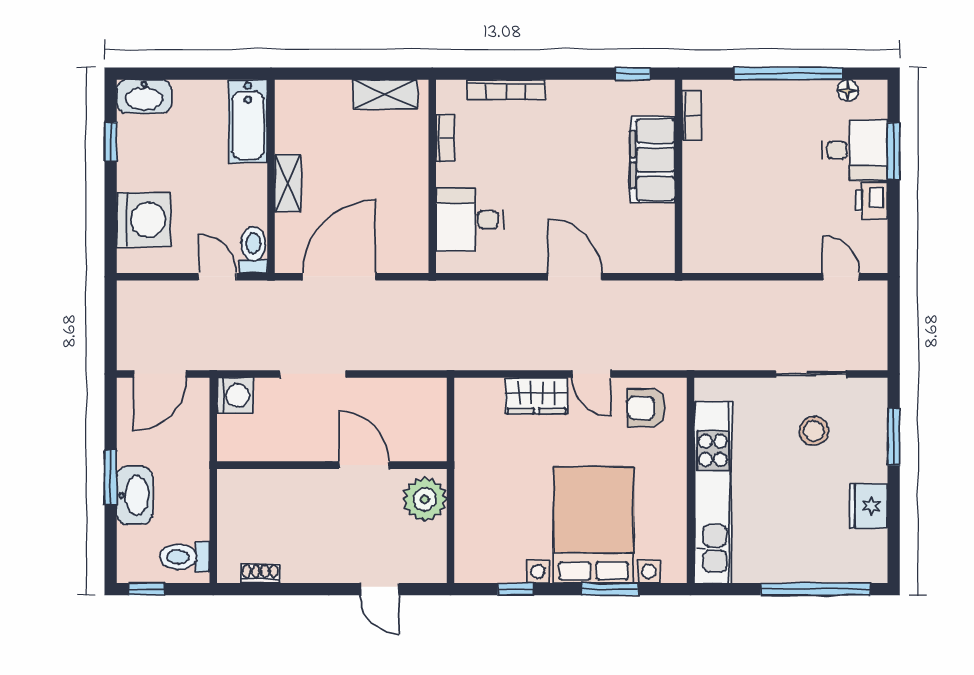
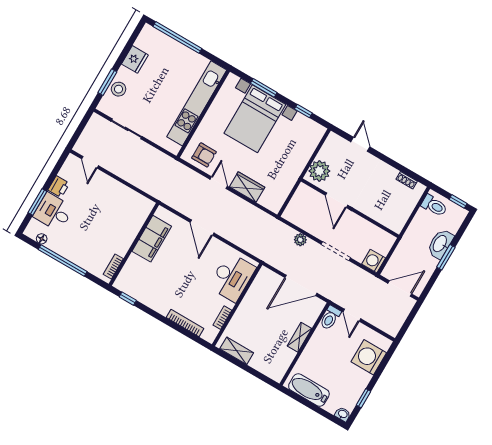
washbasin: (144, 96) -> (343, 414), width x0.52, depth x0.69
bathtub: (248, 121) -> (309, 390), moved, turned -90
filing cabinet: (652, 160) -> (152, 239), moved
desk: (470, 220) -> (232, 277), width x1.37
plant: (387, 357) -> (300, 240), added
stool: (814, 431) -> (119, 89), moved

